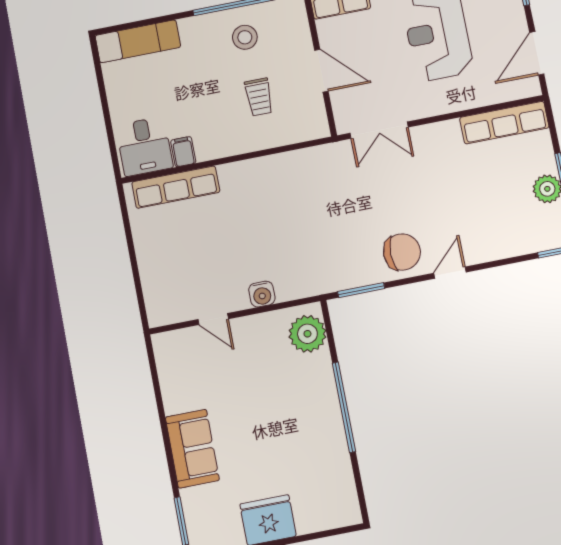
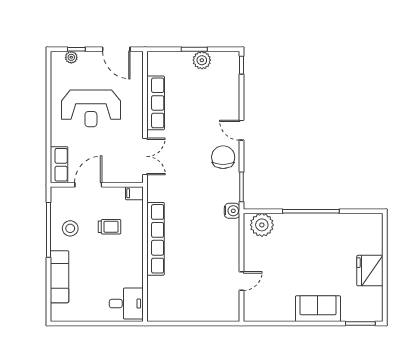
exam couch: (138, 41) -> (59, 277), moved
door: (321, 71) -> (88, 185), moved
row of seats: (504, 123) -> (156, 103), moved
filing cabinet: (183, 152) -> (134, 193), moved
row of seats: (176, 187) -> (156, 239), moved, width x1.36
water cooler: (262, 294) -> (232, 211), moved

